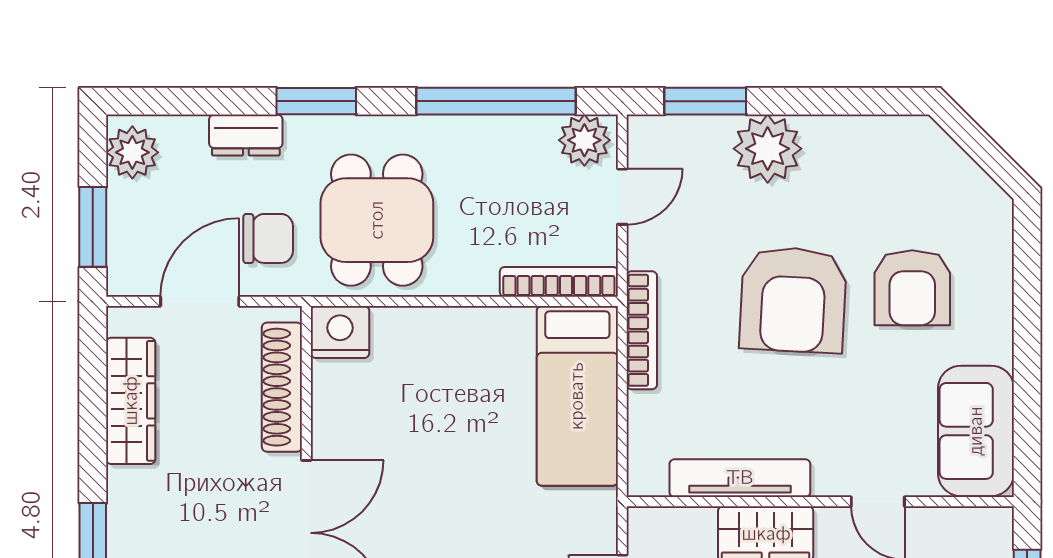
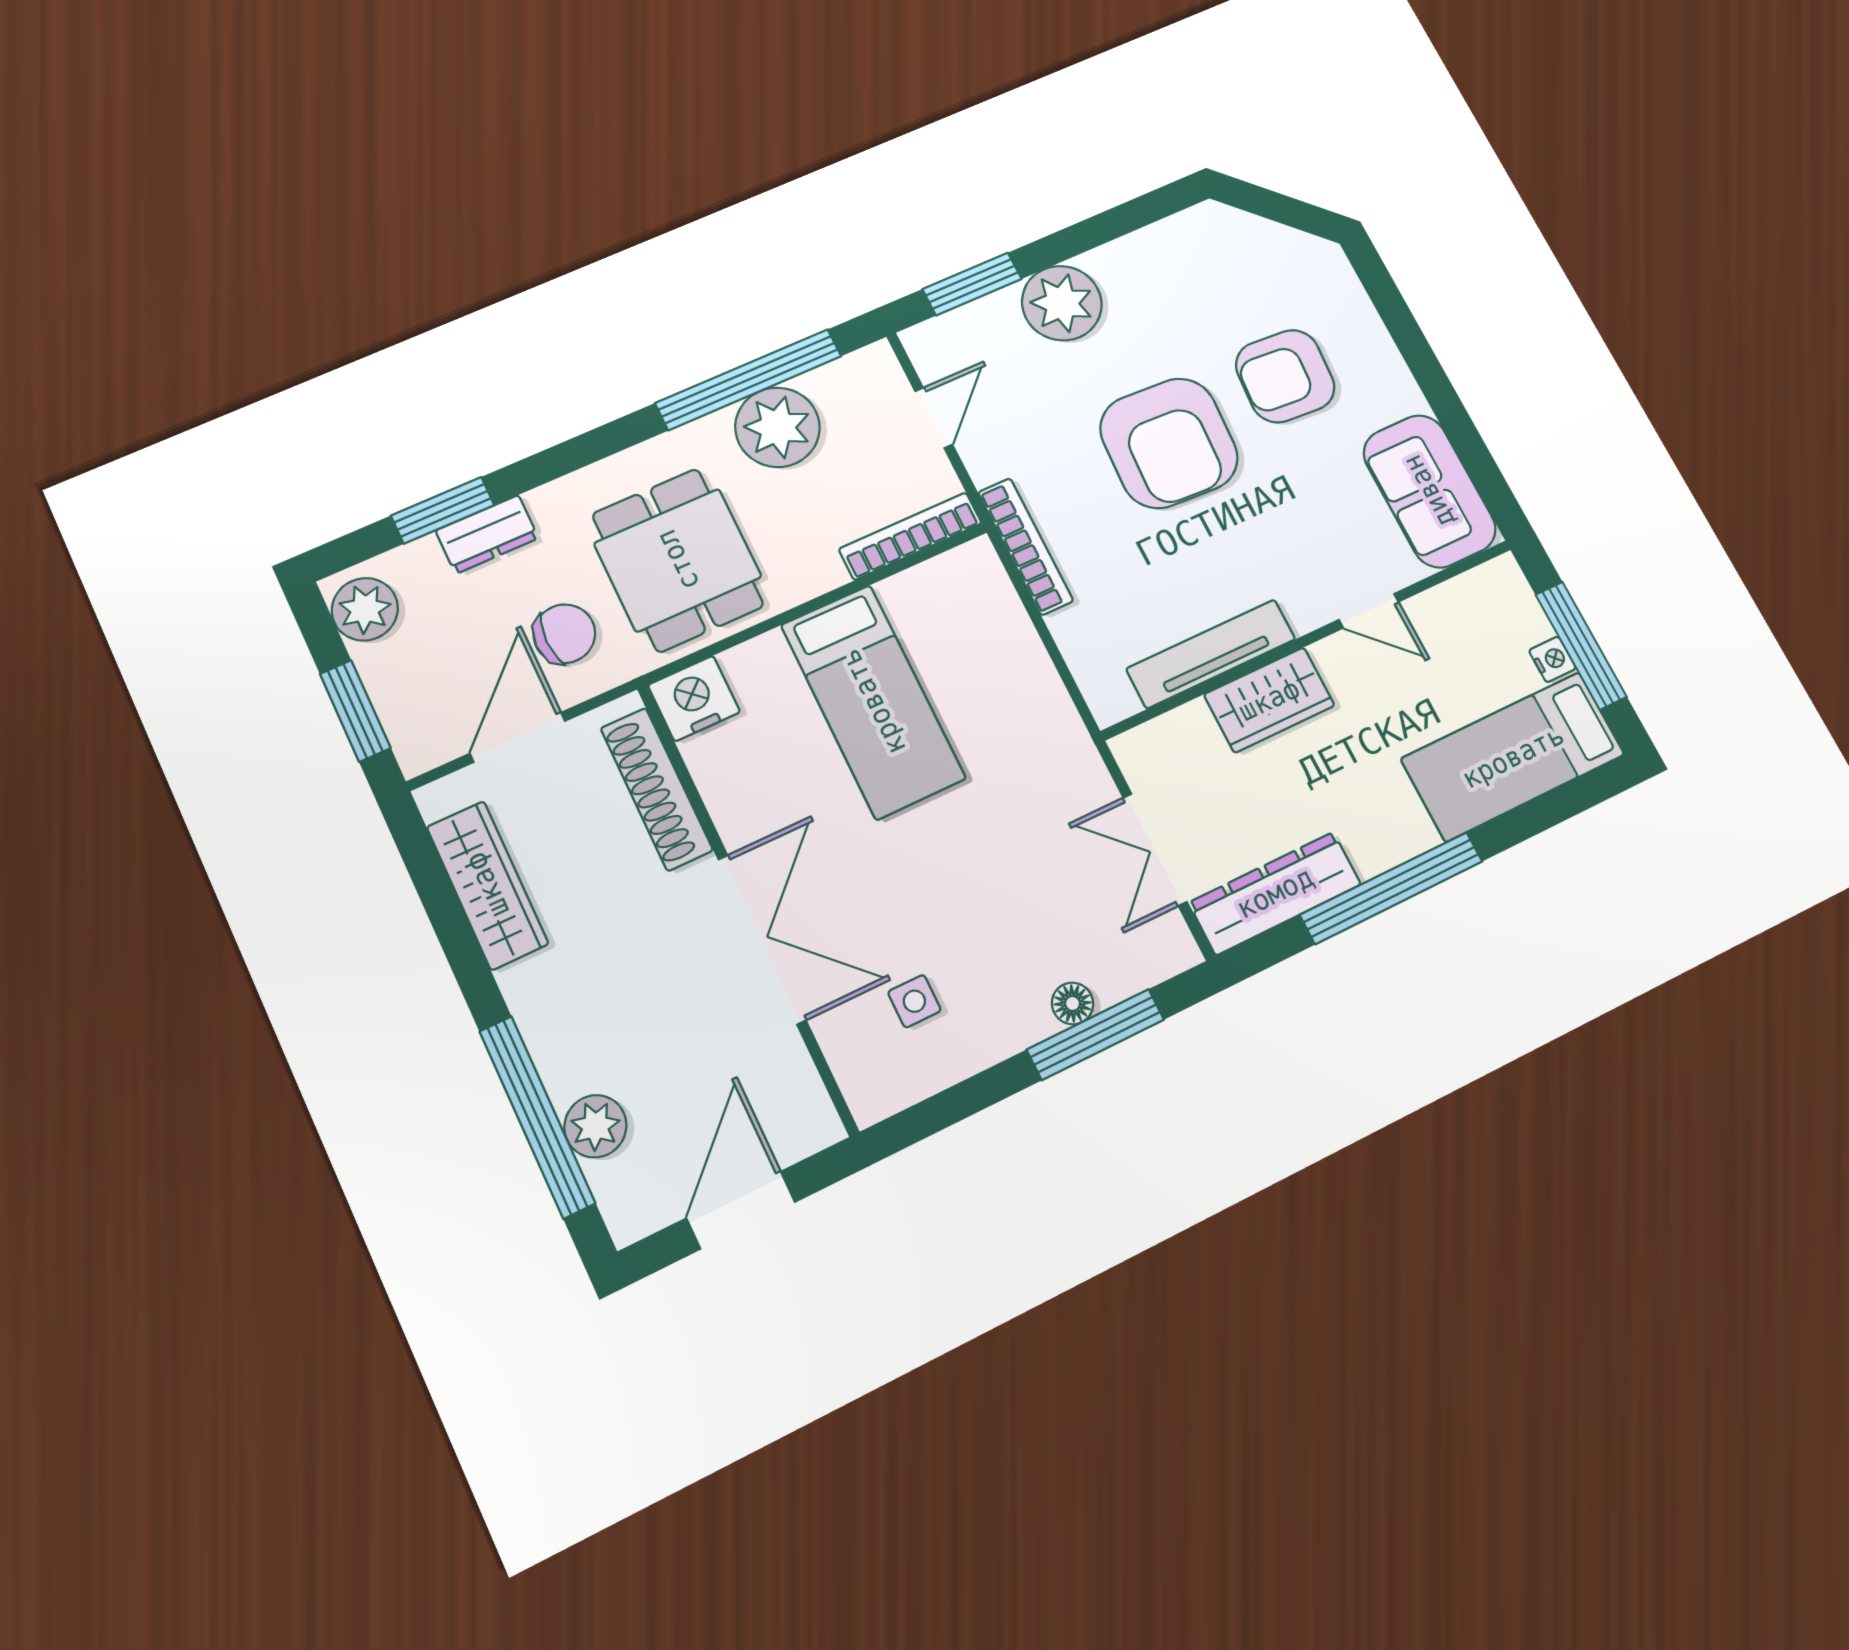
window: (316, 101) -> (443, 510), moved
plant: (584, 140) -> (778, 427), moved, width x1.36, depth x1.36
armchair: (912, 288) -> (1285, 376), turned 94
bed: (577, 396) -> (873, 702), moved

